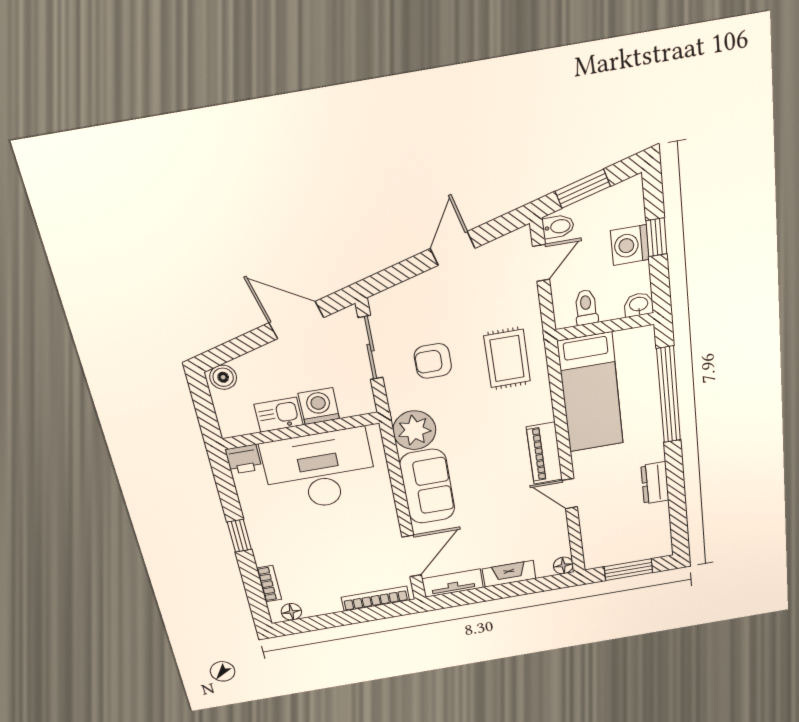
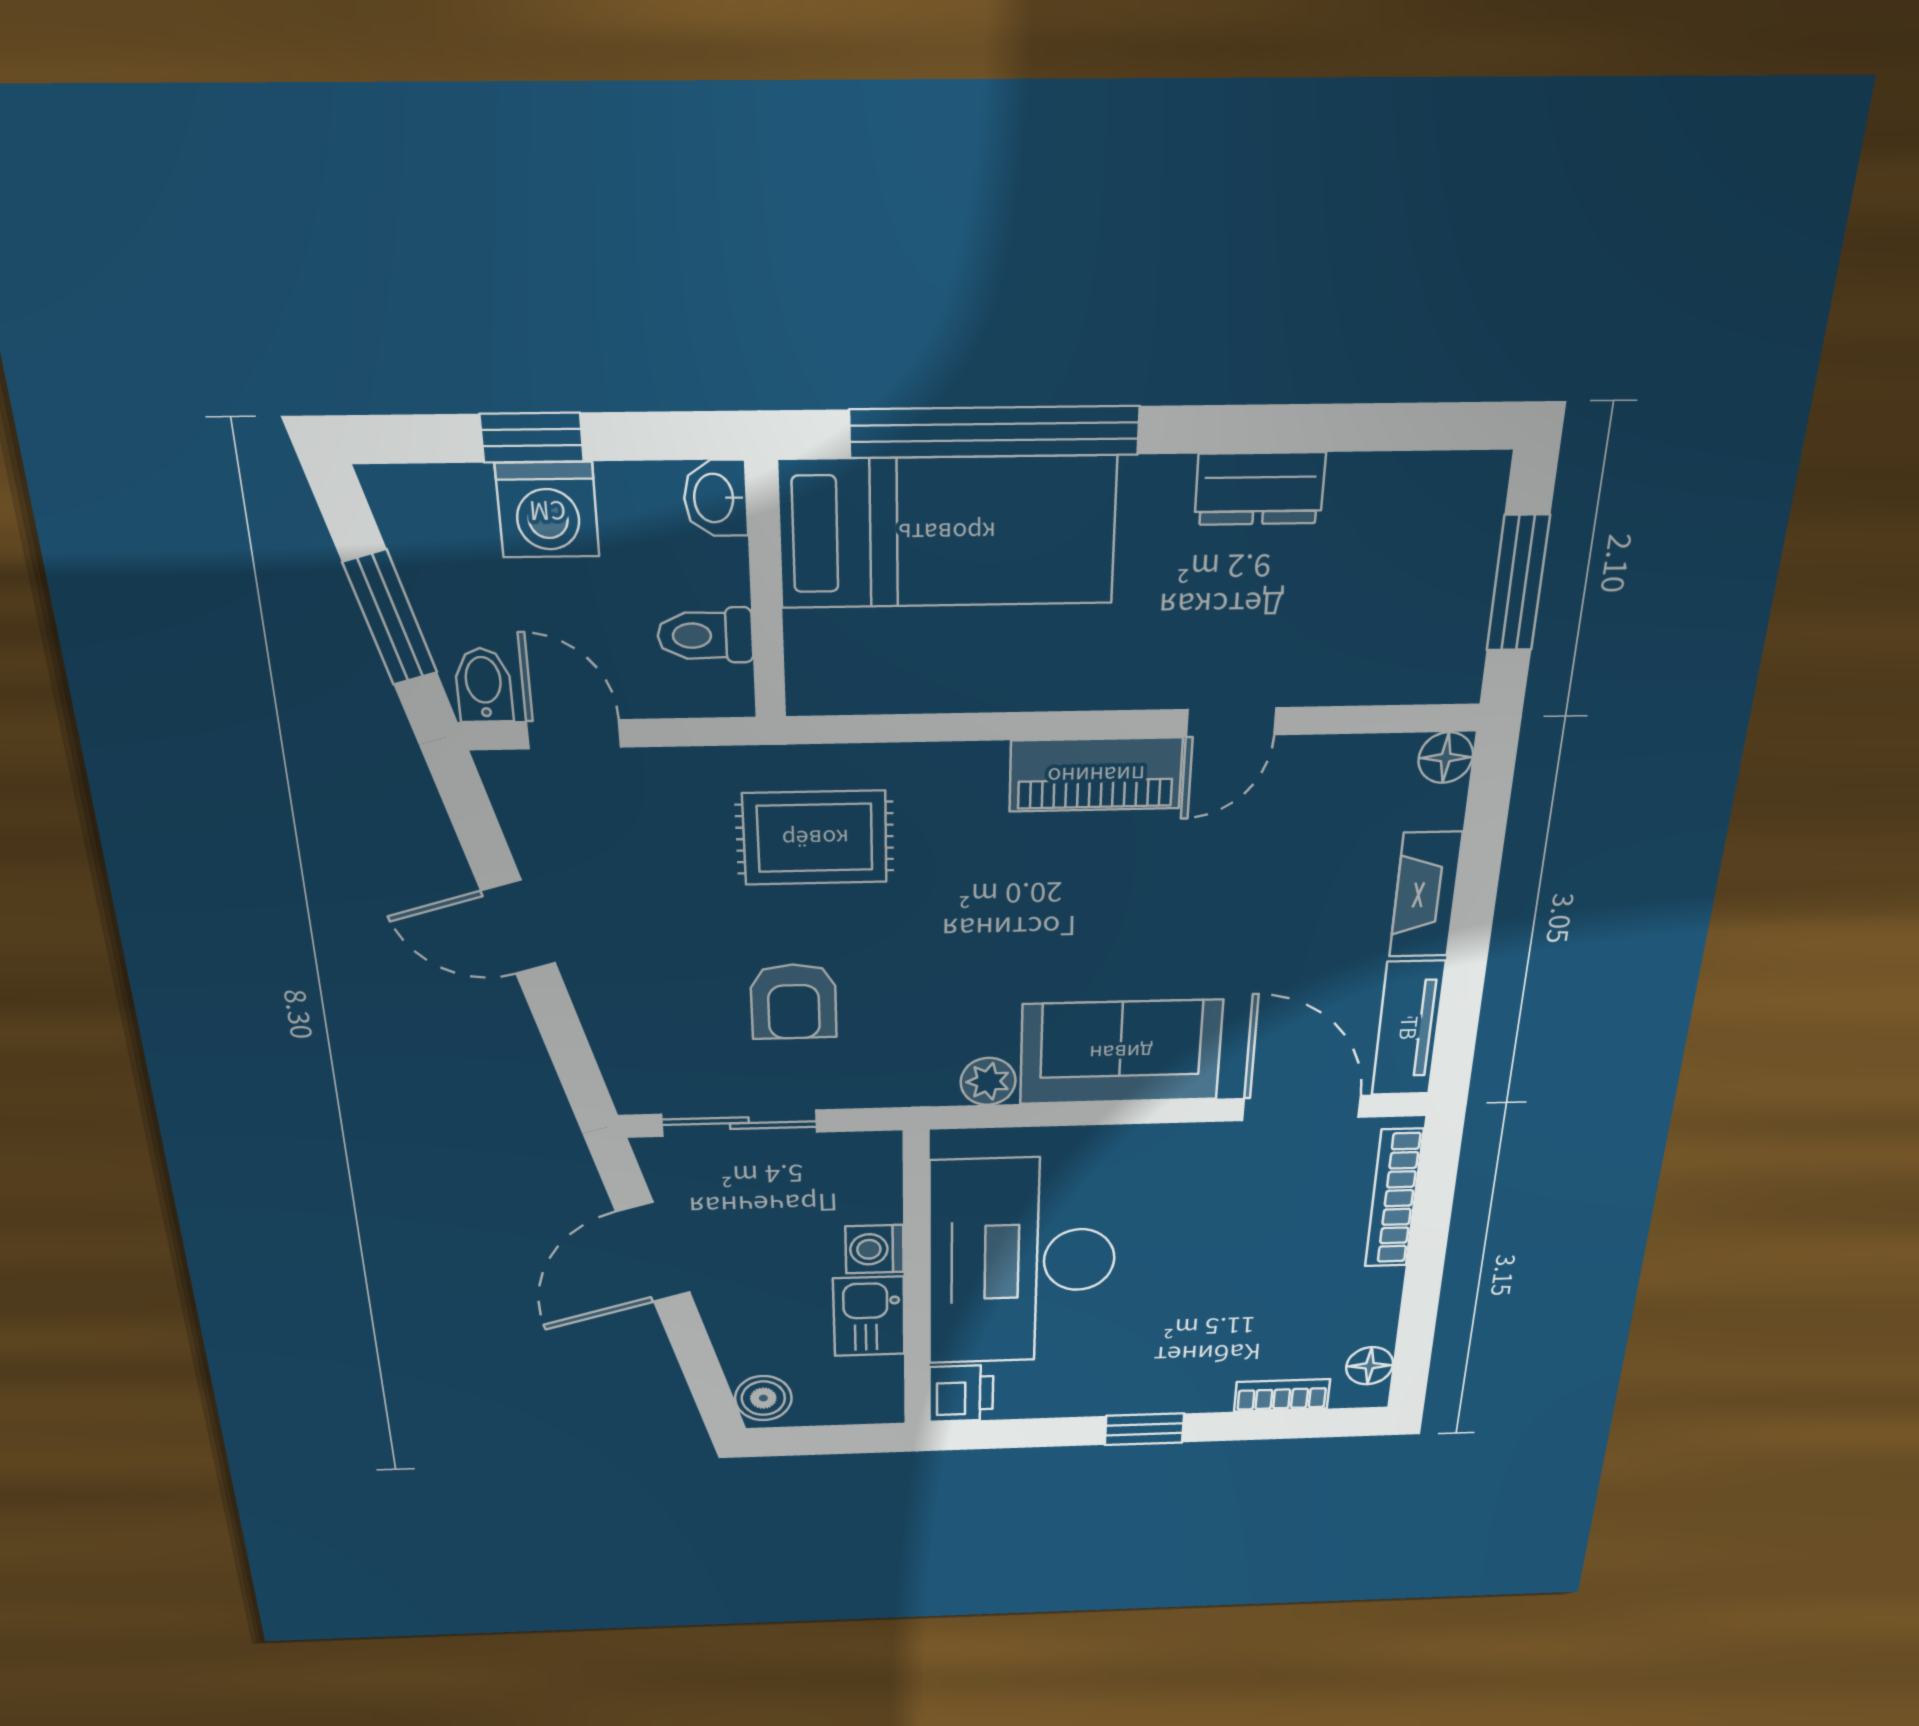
bed: (590, 393) -> (947, 532), moved
washing machine: (319, 406) -> (875, 1249), width x0.73, depth x0.73
plant: (414, 430) -> (988, 1081), width x0.53, depth x0.53

